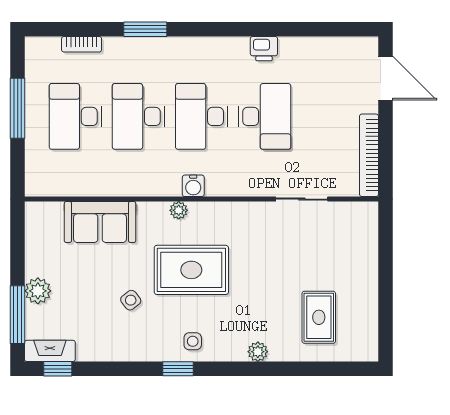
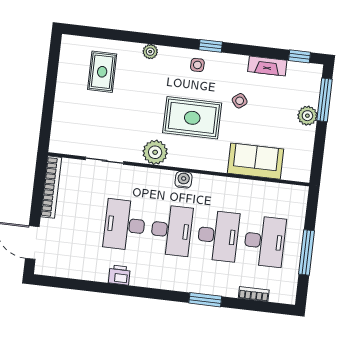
plant: (179, 210) -> (155, 152), moved, width x1.88, depth x1.88
fireplace: (50, 351) -> (267, 66), moved

